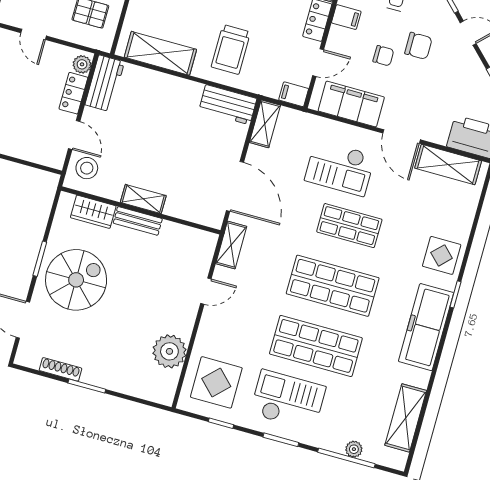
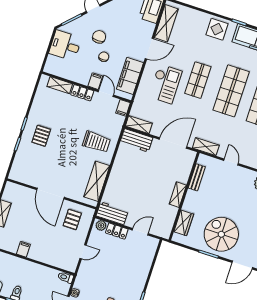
filing cabinet: (346, 17) -> (95, 81), moved
workbench: (228, 105) -> (136, 140), moved, turned 90
stool: (87, 168) -> (159, 225), removed
bench: (138, 221) -> (197, 177), moved

